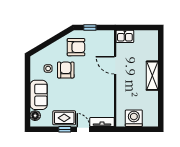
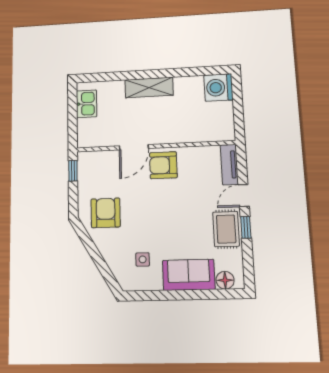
window: (90, 27) -> (73, 171), moved
kitchen sink: (125, 36) -> (87, 104), moved
armchair: (66, 70) -> (163, 165), moved
washing machine: (134, 118) -> (218, 88), moved

